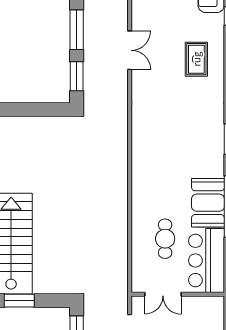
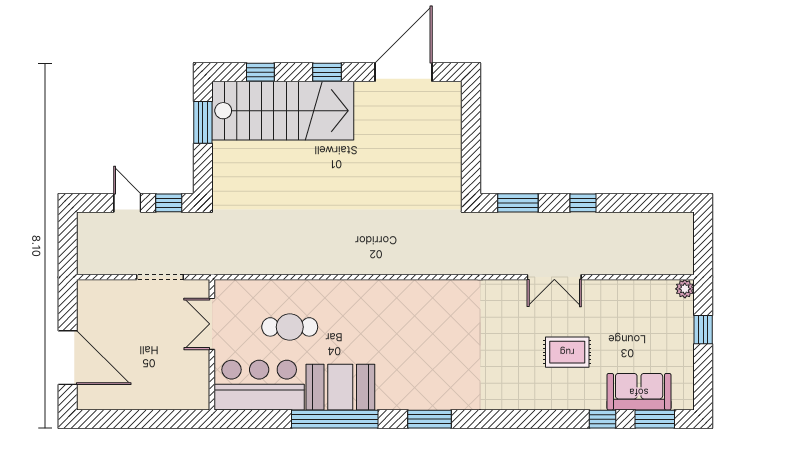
window: (77, 30) -> (583, 203), width x0.46
rug: (196, 59) -> (567, 352), moved

